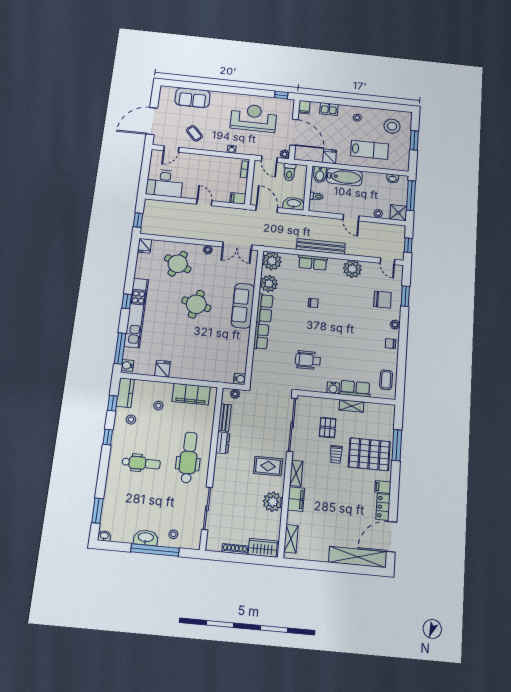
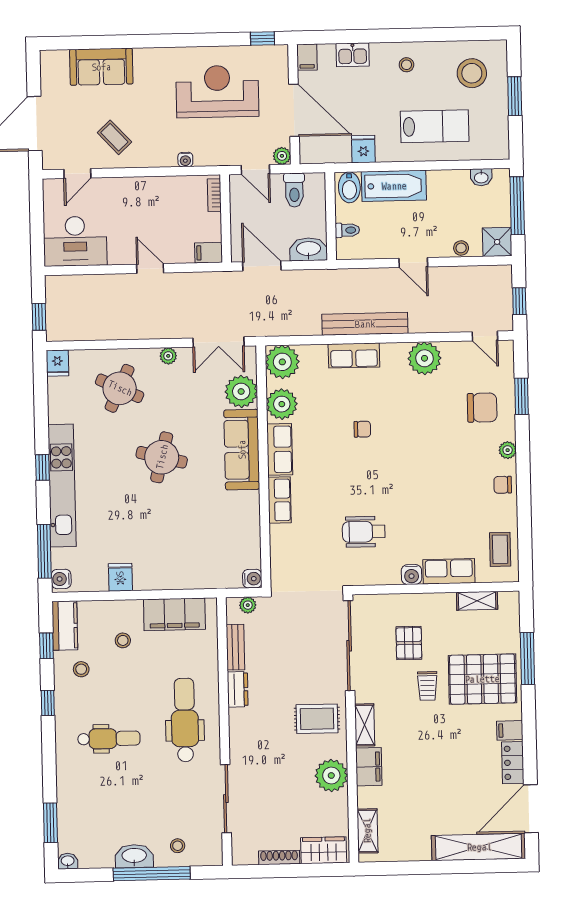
plant: (247, 274) -> (241, 391), added
shelving: (351, 406) -> (477, 601), moved

